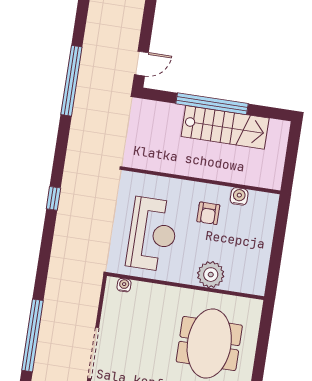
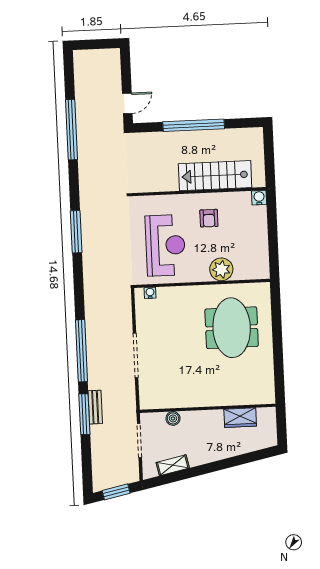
stairs: (225, 127) -> (215, 176), moved, turned 180
water cooler: (239, 196) -> (259, 198), moved
window: (53, 198) -> (76, 232), width x2.17

